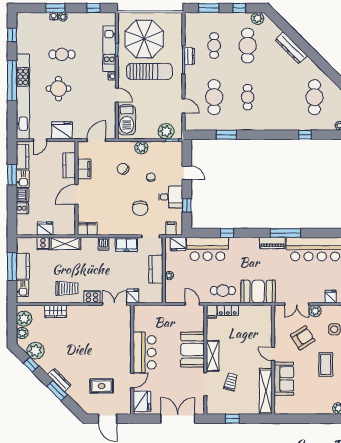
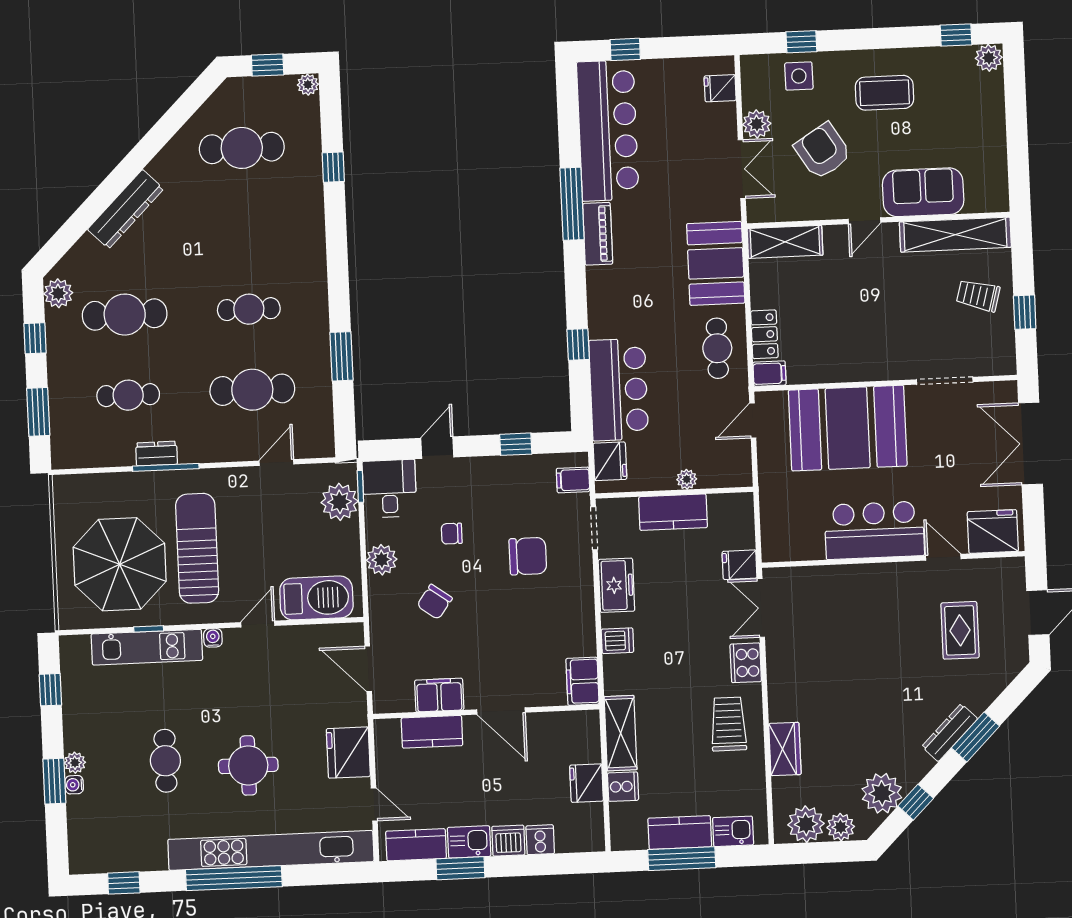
desk: (171, 197) -> (389, 489), moved
booth: (192, 350) -> (848, 428), width x1.36, depth x1.42
shelving: (213, 356) -> (785, 242), moved
trolley: (231, 382) -> (978, 295), moved

